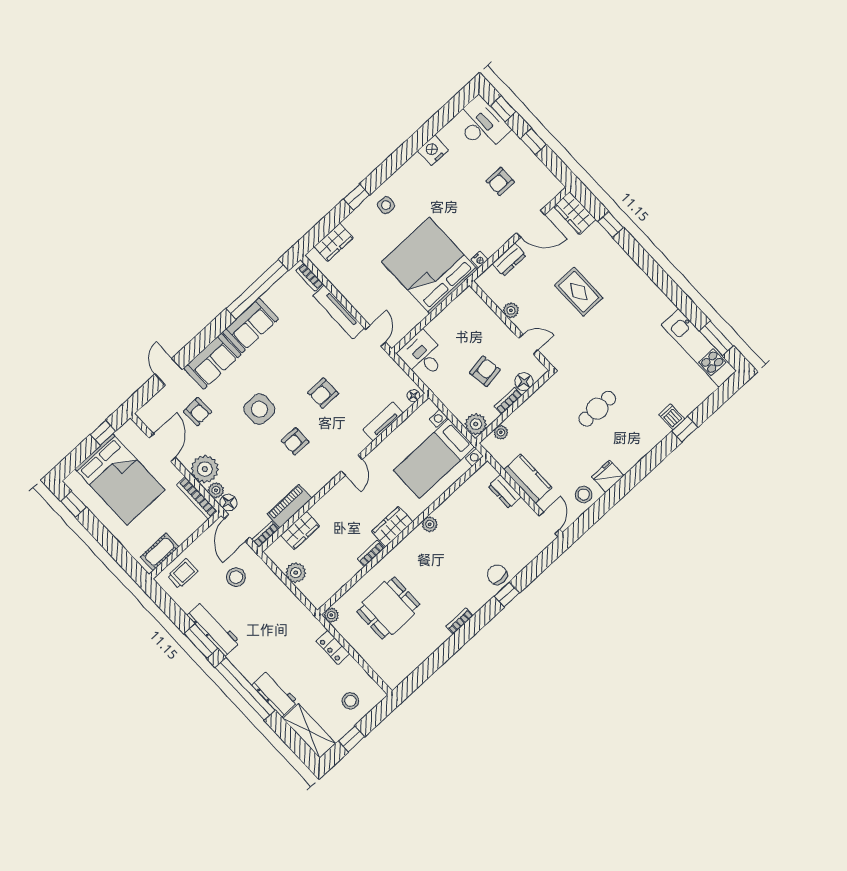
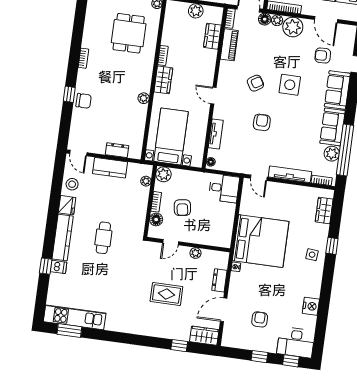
plant: (275, 297) -> (332, 154), added
armchair: (295, 441) -> (255, 83), turned 58
kitchen counter: (641, 445) -> (63, 238), added

